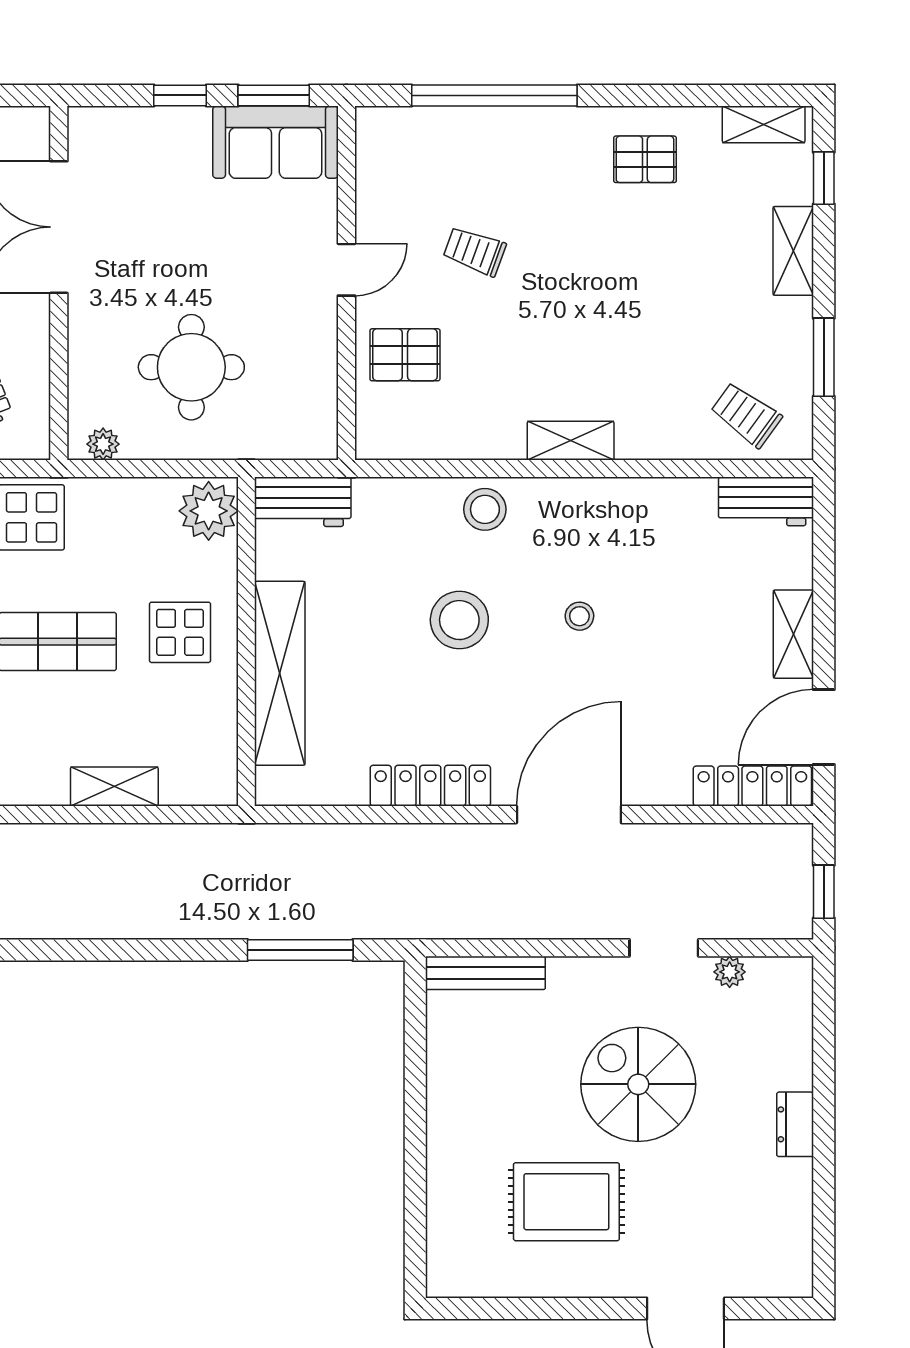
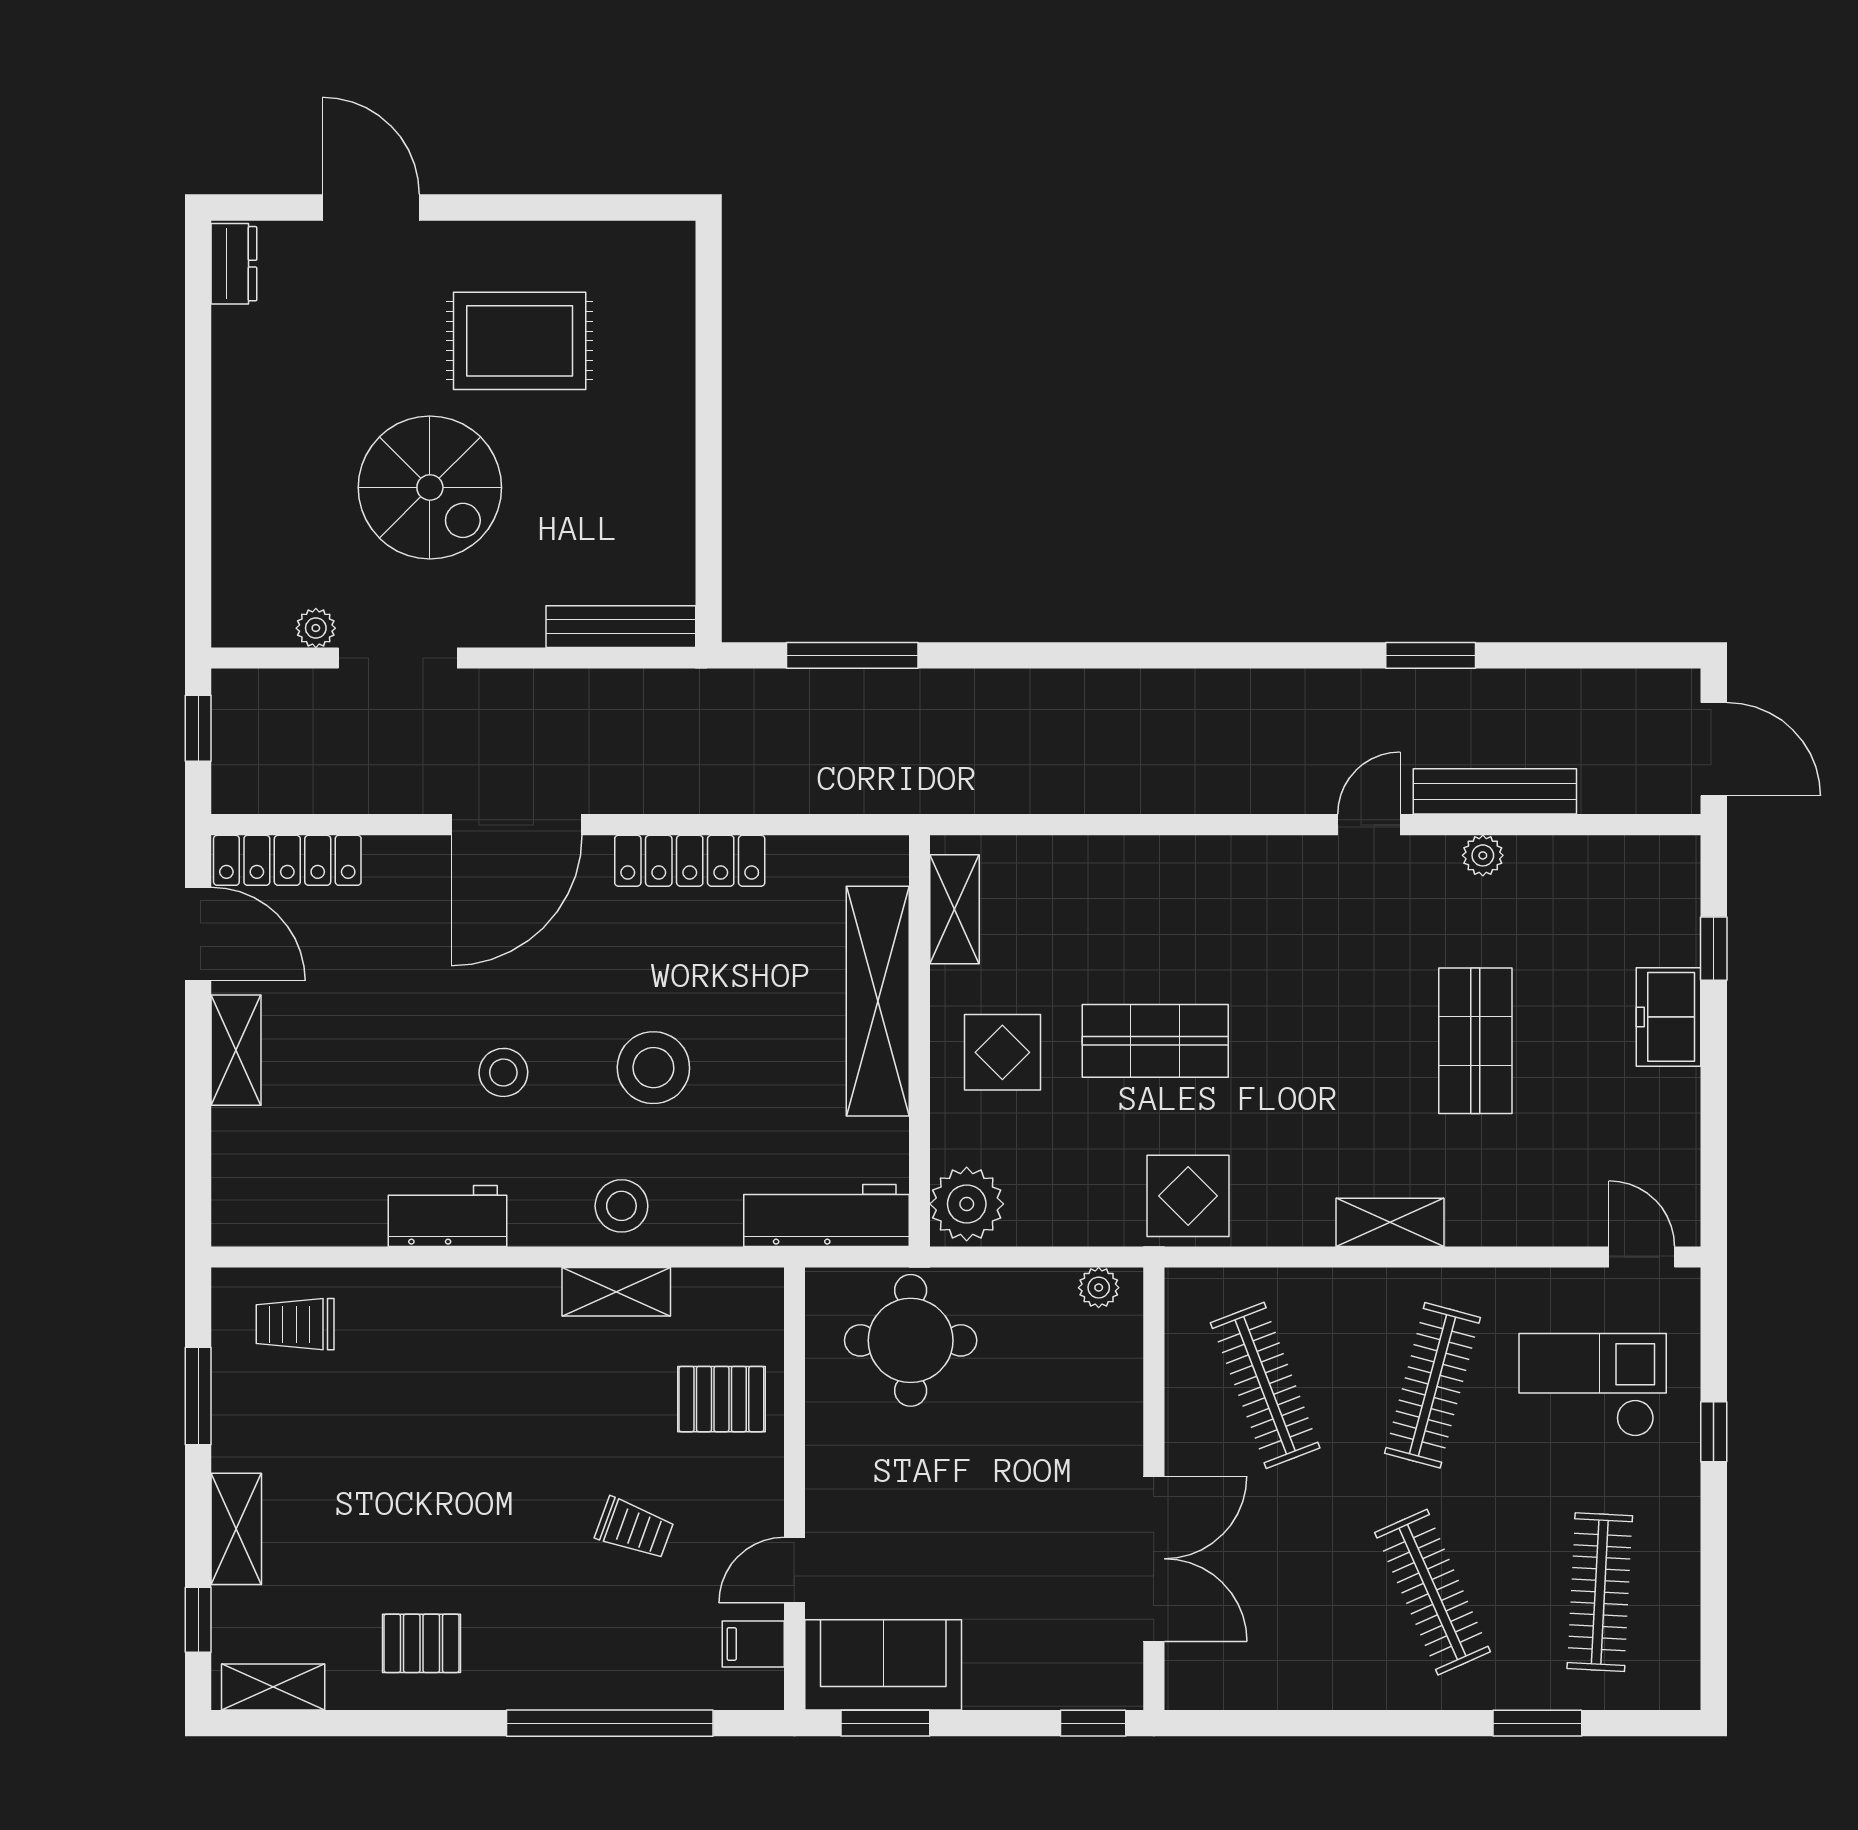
window: (180, 95) -> (1093, 1723), moved
filing cabinet: (379, 159) -> (753, 1644), added
door: (346, 270) -> (794, 1570), moved
round table: (191, 367) -> (911, 1340), moved
trolley: (746, 415) -> (295, 1324), turned 144
shelving: (571, 441) -> (616, 1292), moved
workbench: (766, 501) -> (447, 1216), moved
workbench: (303, 502) -> (826, 1215), width x1.37
stool: (579, 616) -> (503, 1072), width x1.37, depth x1.37
door: (824, 727) -> (198, 934), hinge flipped
shelving: (114, 786) -> (955, 909), moved, turned 90
doorway: (664, 948) -> (398, 658), width x1.38
dresser: (795, 1124) -> (234, 264), moved

